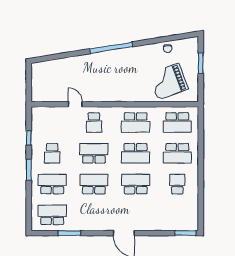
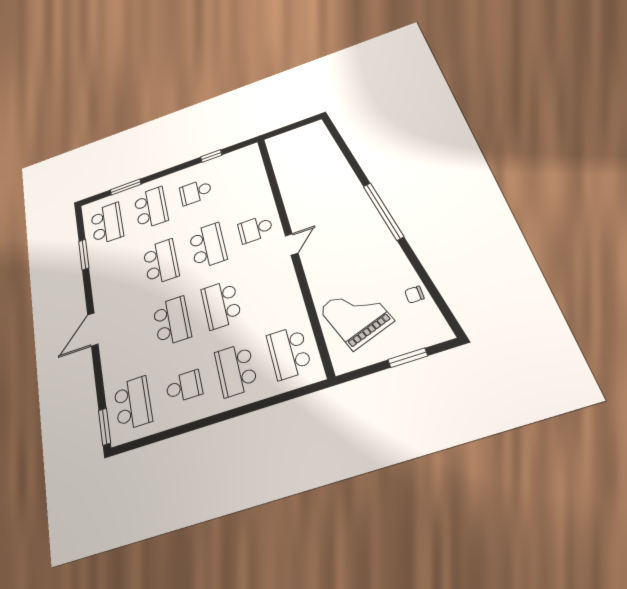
door: (75, 104) -> (292, 244), moved
school desk: (136, 122) -> (133, 403), moved, turned 180
window: (29, 170) -> (126, 187), moved

